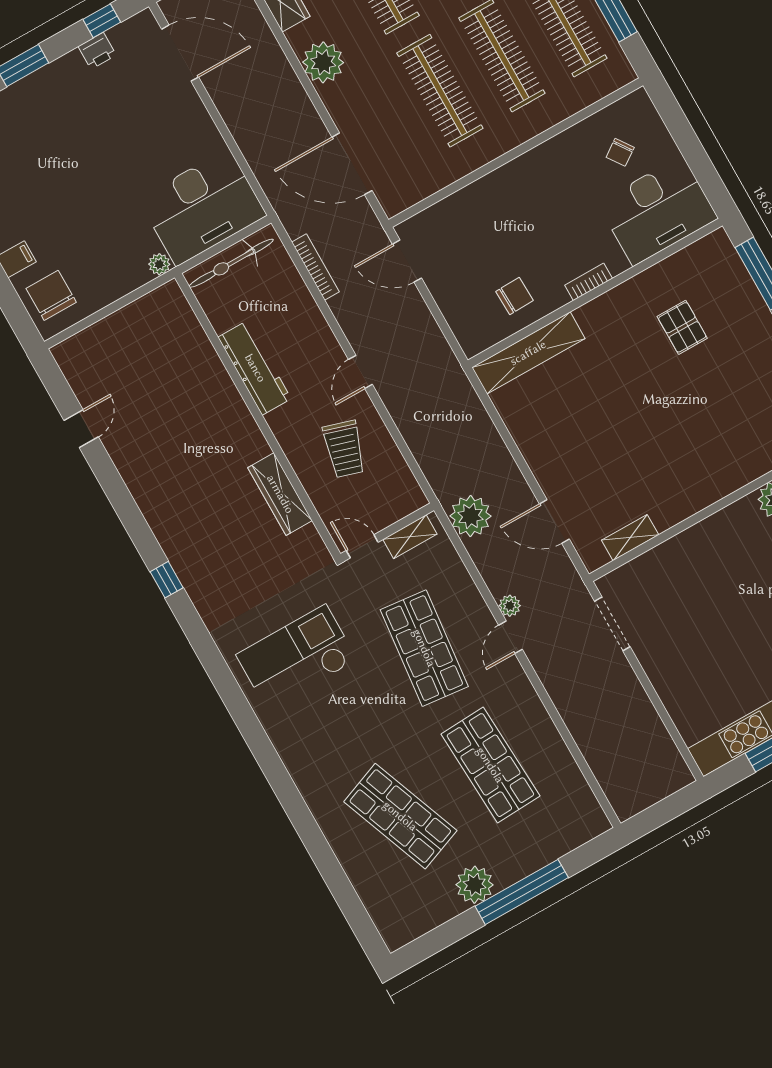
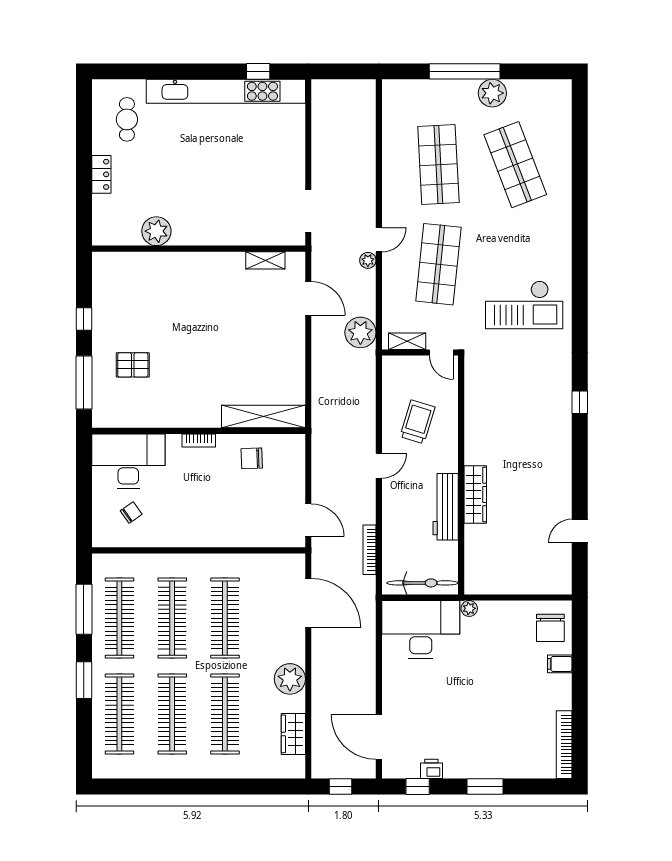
pallet: (682, 327) -> (133, 365), moved, turned 90
wardrobe: (280, 494) -> (475, 494), moved

